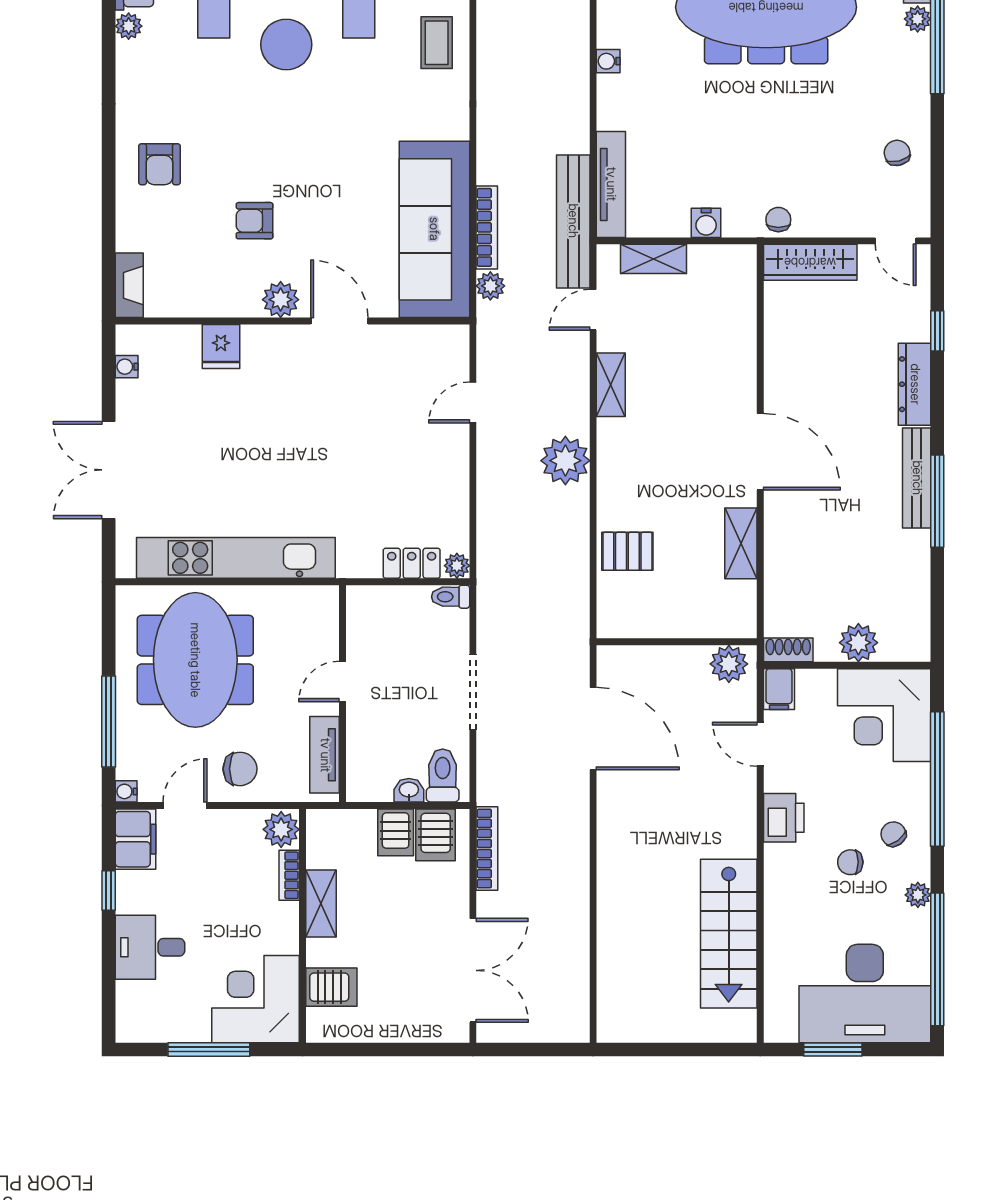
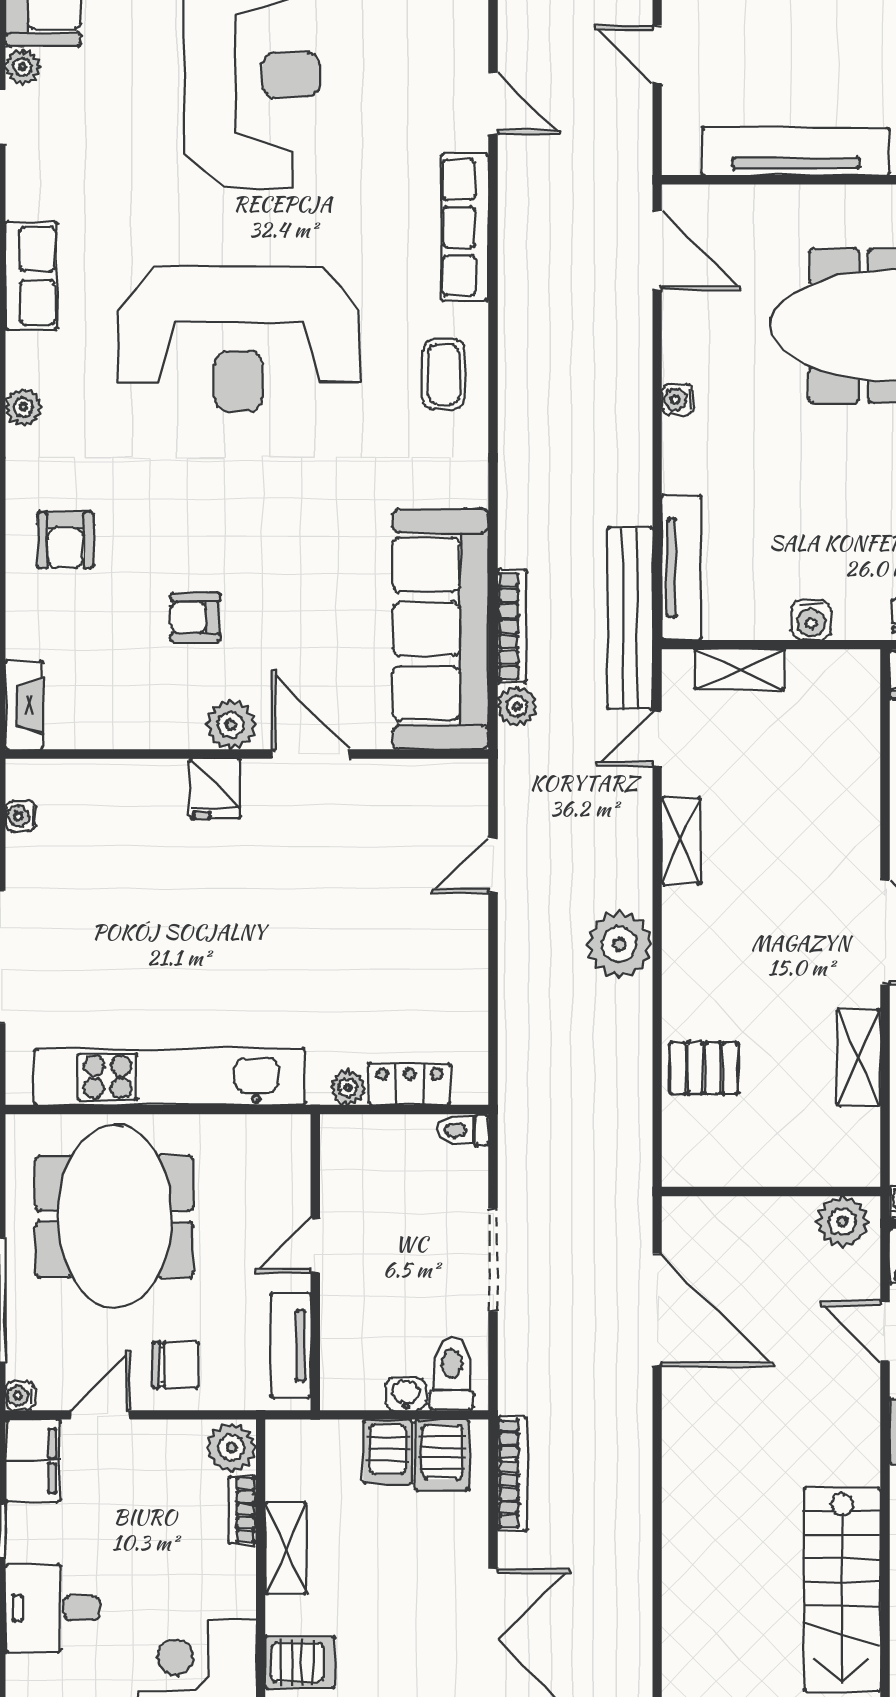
plant: (129, 26) -> (23, 407), moved
fridge: (221, 347) -> (215, 789), moved
plant: (457, 566) -> (348, 1088), moved

